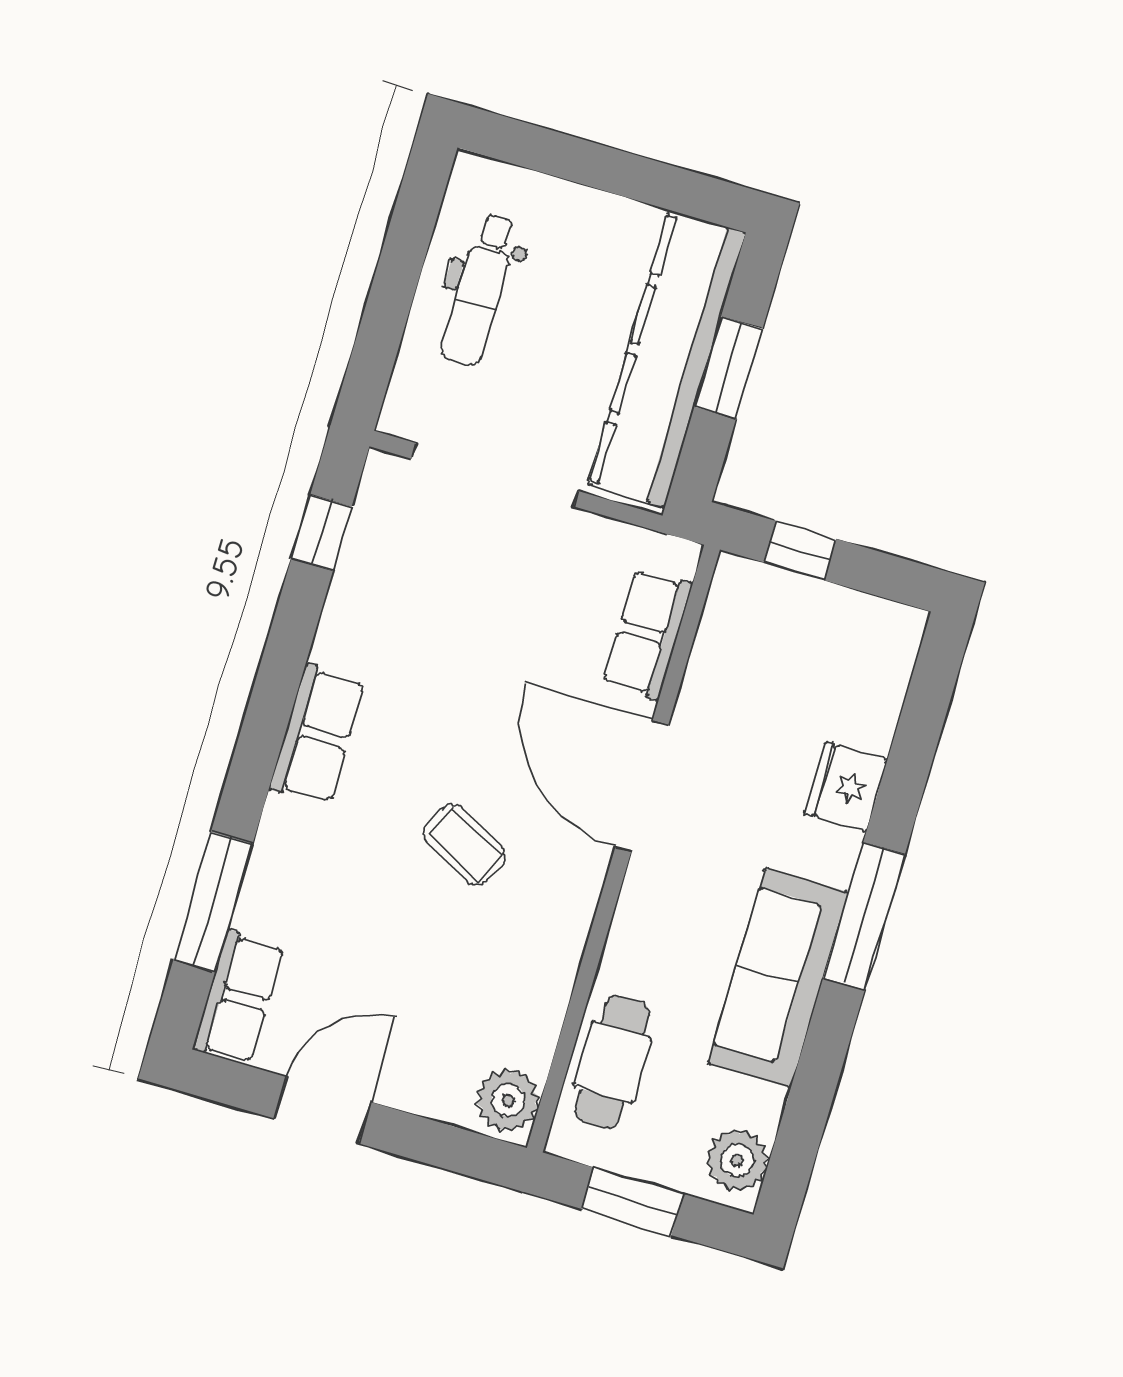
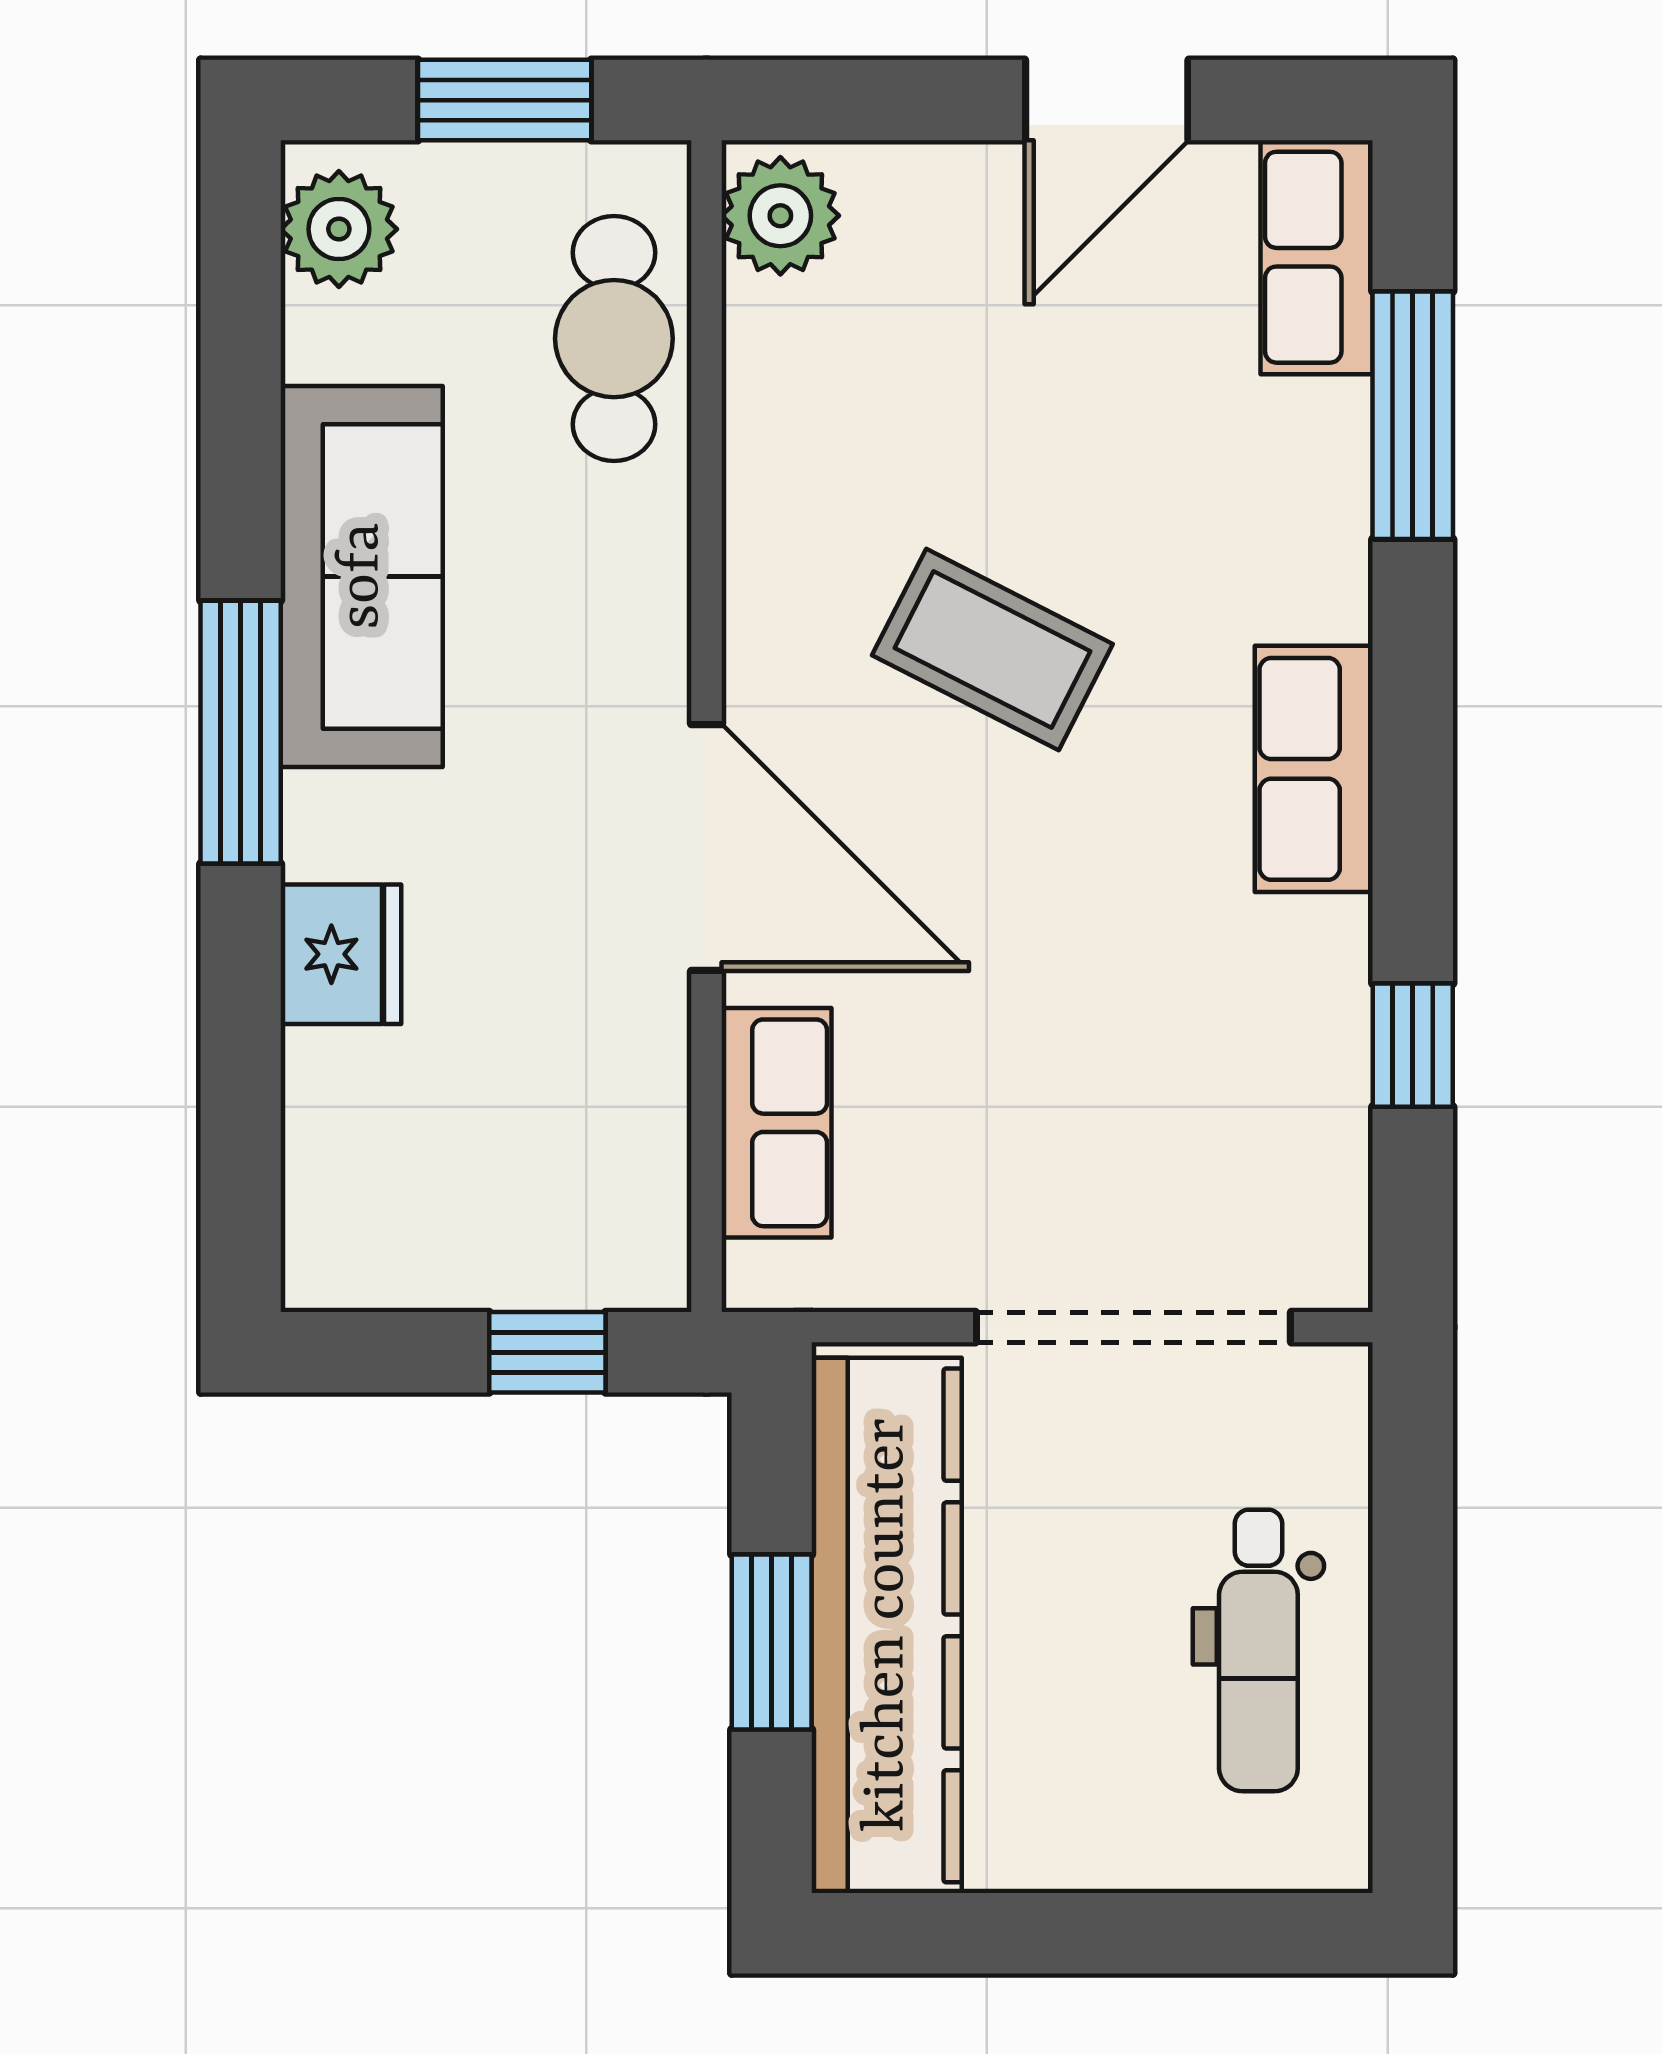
dental chair: (479, 289) -> (1258, 1650), turned 180
window: (322, 533) -> (1413, 1045), moved
coffee table: (465, 845) -> (992, 650), width x1.36, depth x1.30

